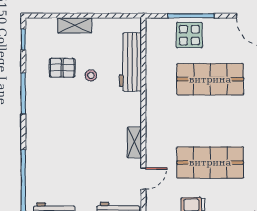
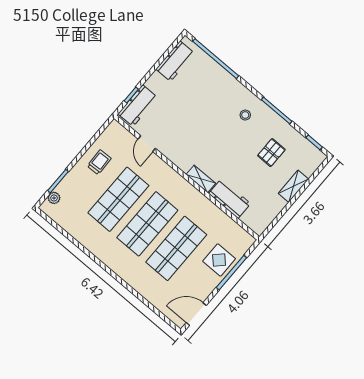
workbench: (130, 62) -> (230, 199), width x0.73
stool: (91, 75) -> (245, 115), moved
shop shelf: (210, 121) -> (147, 224), added
shelving: (134, 142) -> (201, 179), moved

